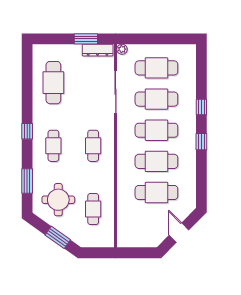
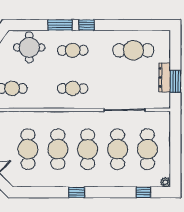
plant: (122, 49) -> (165, 182), moved
dresser: (98, 50) -> (165, 77), moved
window: (201, 107) -> (143, 192), moved
window: (27, 181) -> (60, 25), moved
round table: (58, 200) -> (29, 47), moved

